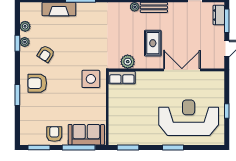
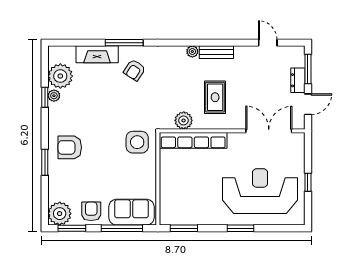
dresser: (219, 15) -> (298, 80), moved
plant: (25, 26) -> (60, 76), width x1.88, depth x1.88
armchair: (46, 54) -> (135, 70), moved
double door: (182, 70) -> (269, 131), moved
row of seats: (122, 78) -> (193, 140), width x2.02
plant: (29, 136) -> (60, 214), added

